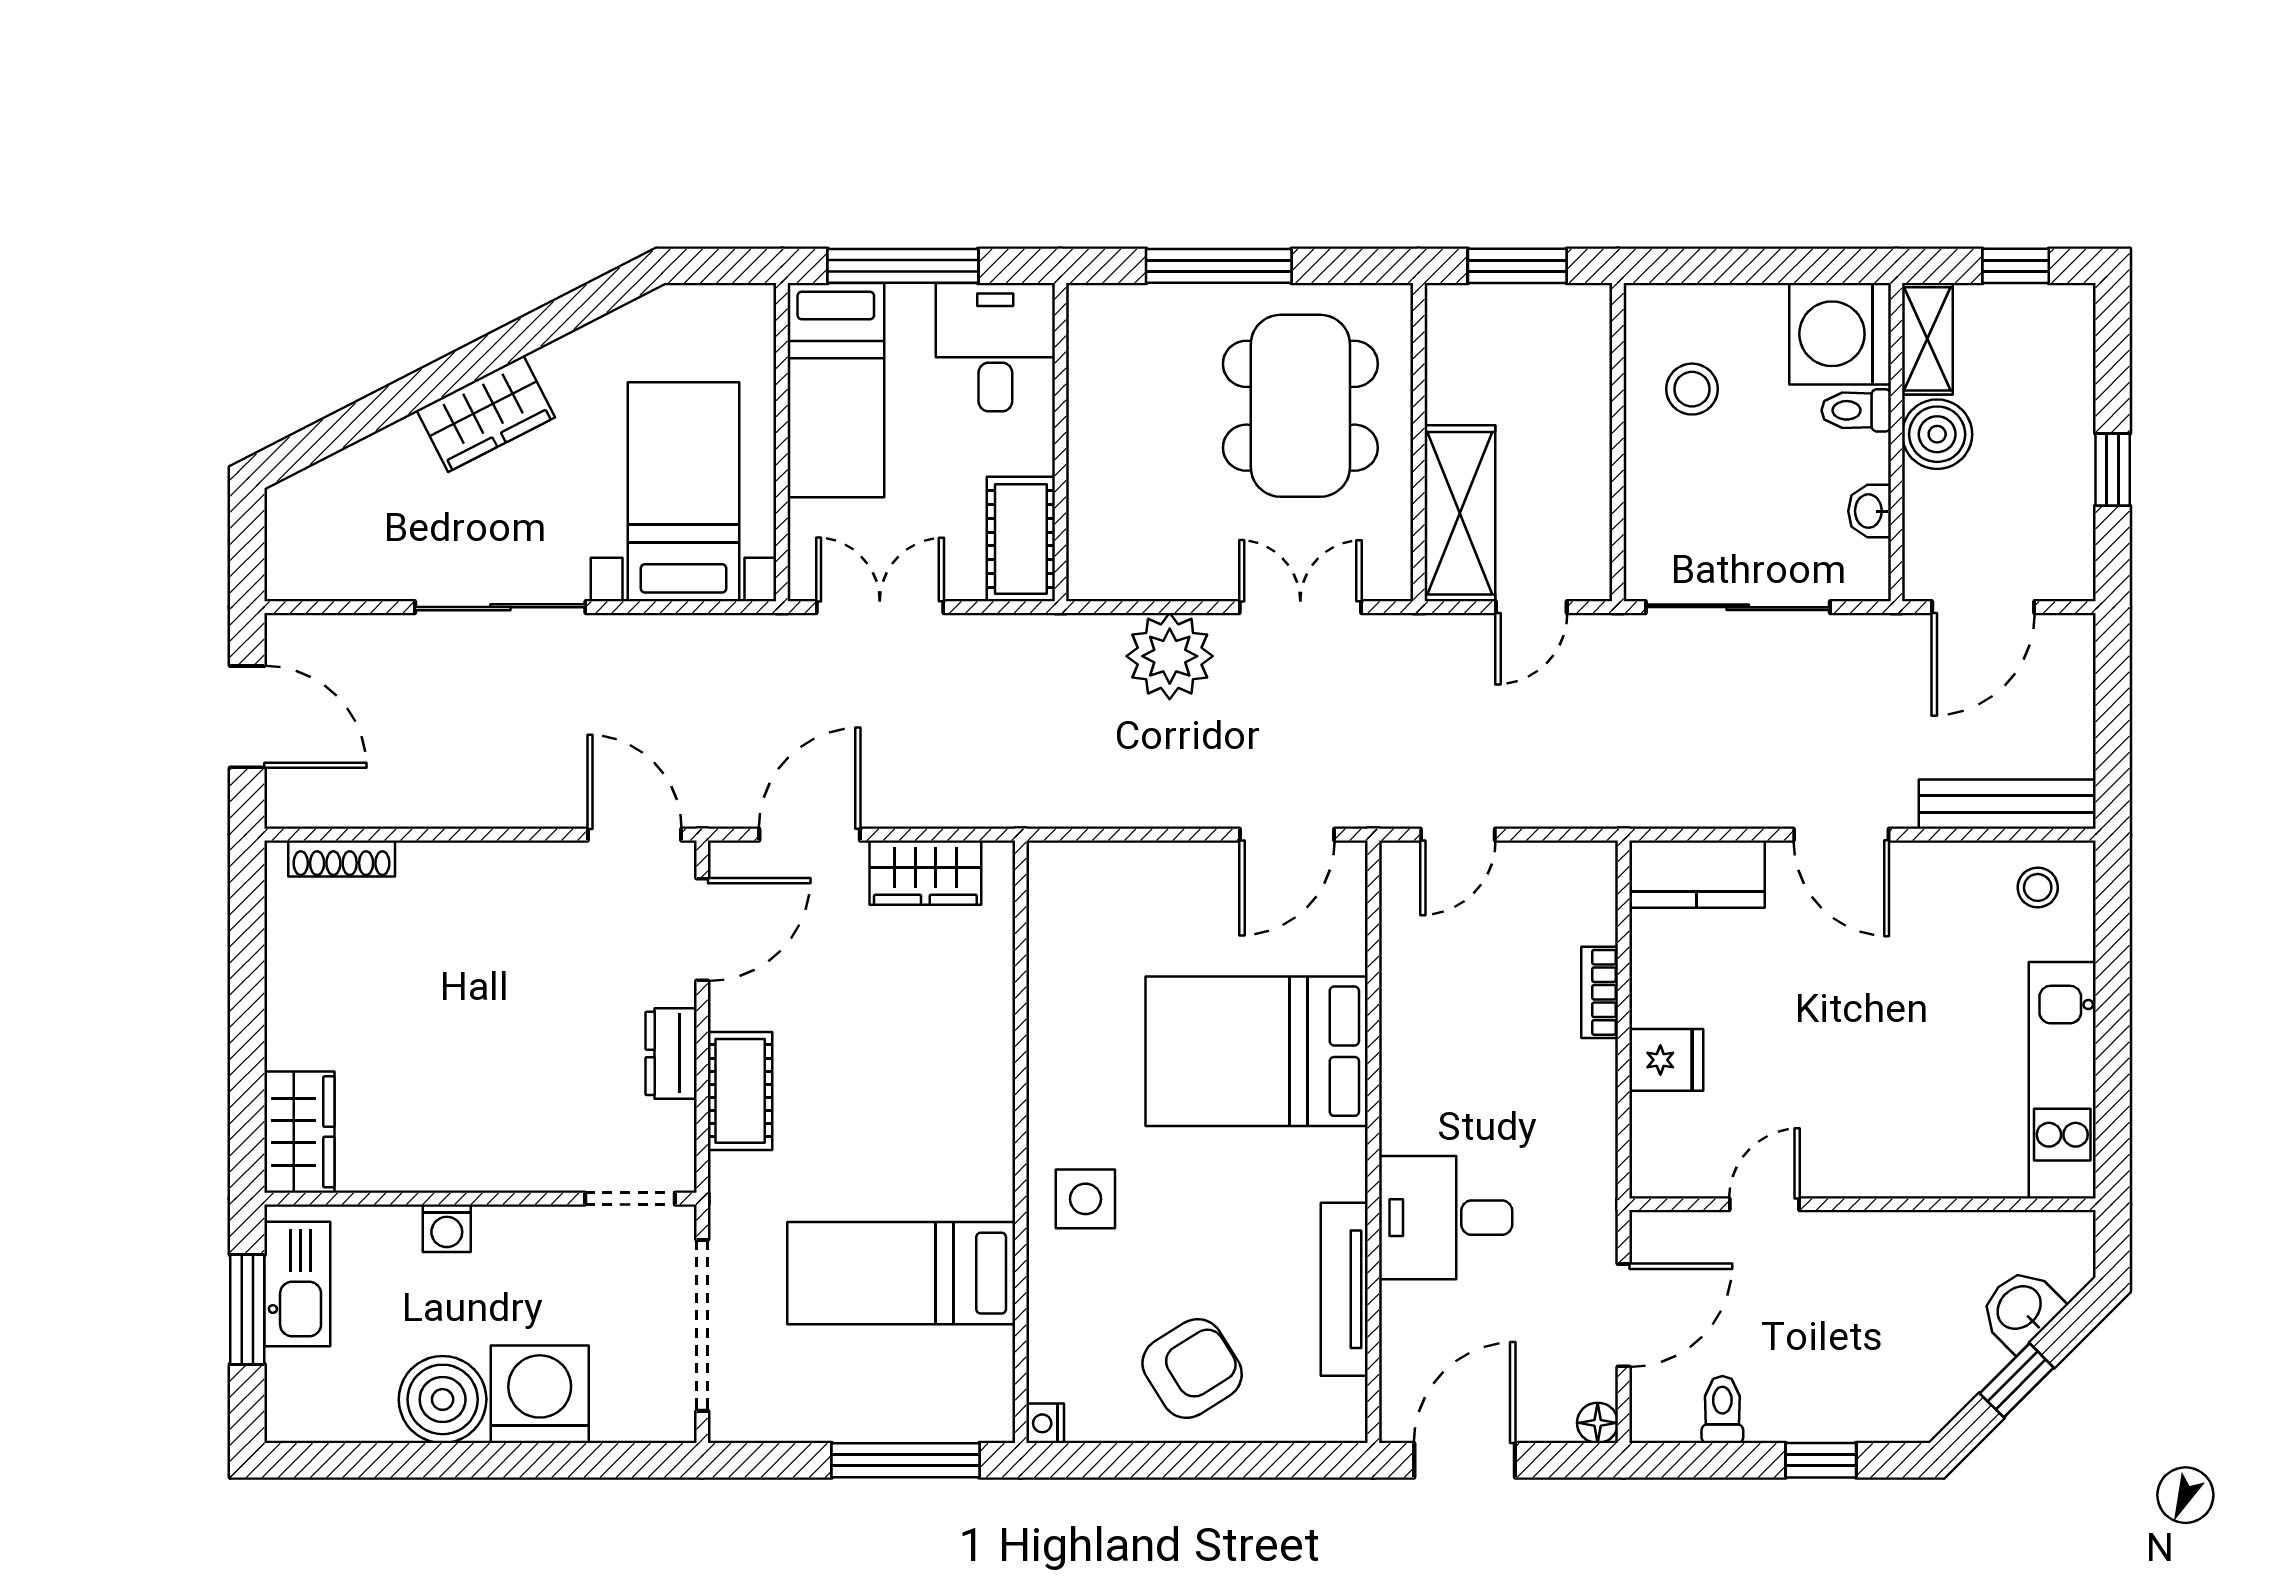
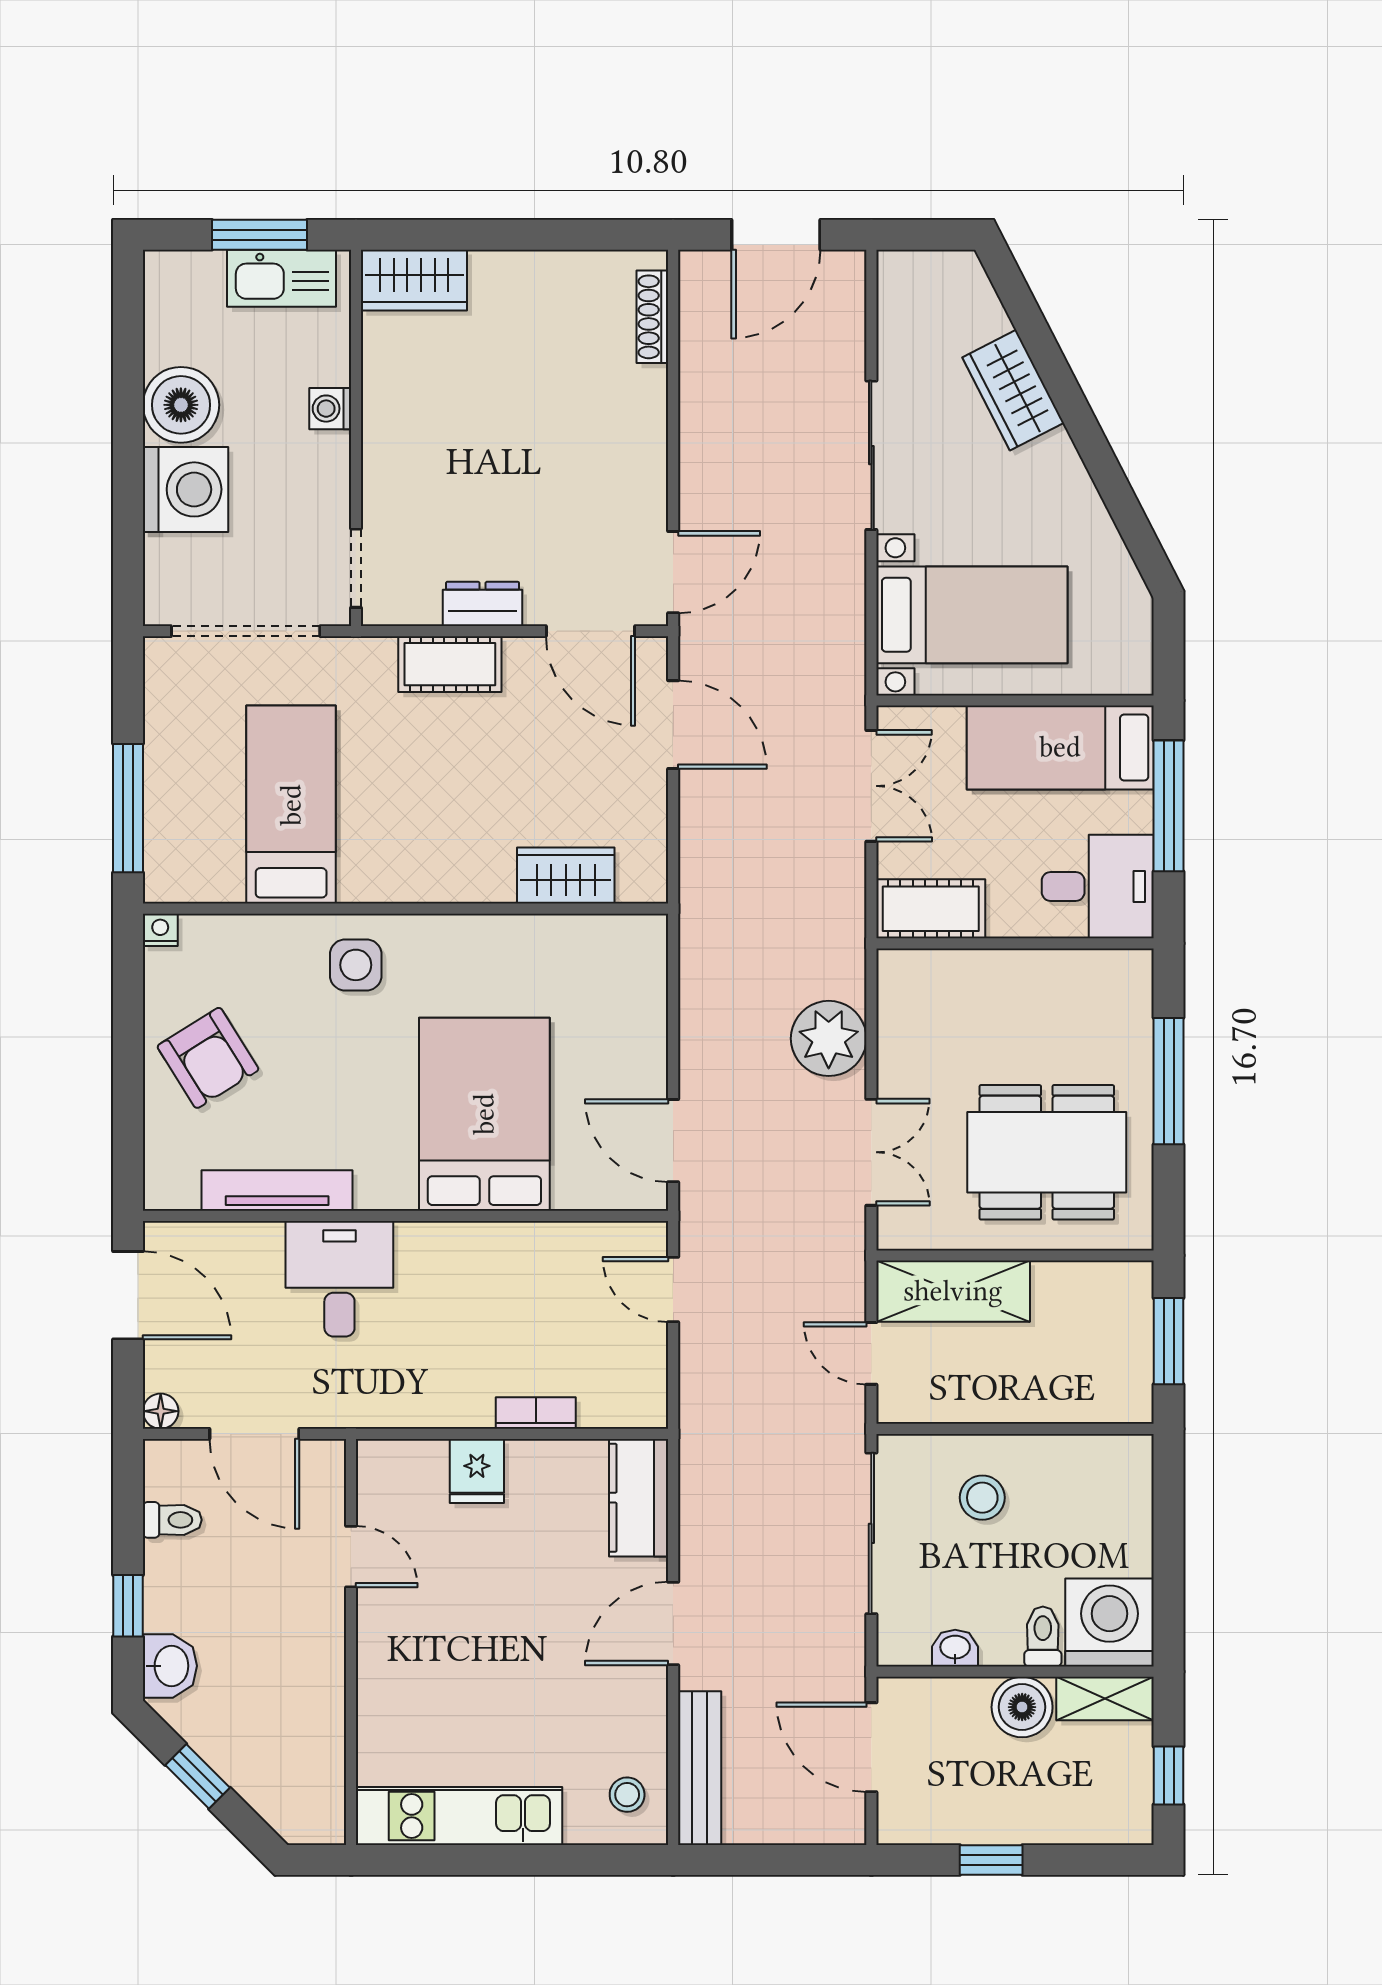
stool: (1692, 389) -> (982, 1498), moved
wardrobe: (486, 414) -> (1013, 390), moved
wardrobe: (925, 873) -> (566, 875), moved, turned 90
washbasin: (2020, 1309) -> (170, 1666), moved, turned 45

